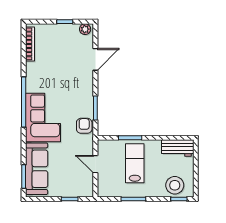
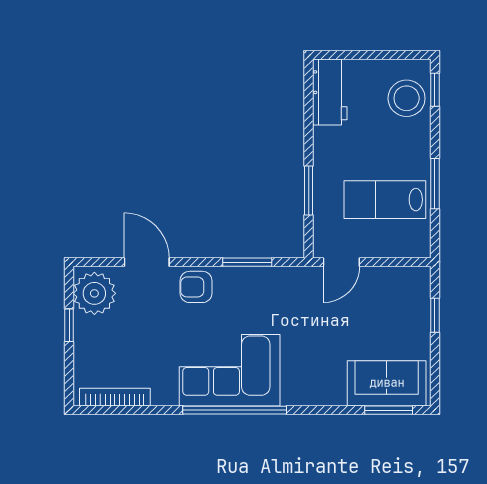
plant: (85, 29) -> (94, 293), width x1.88, depth x1.88
corner sofa: (43, 117) -> (230, 370), moved
armchair: (84, 126) -> (196, 287), moved
lab bench: (135, 163) -> (385, 200), moved
door: (95, 164) -> (341, 262), moved
sofa: (37, 169) -> (387, 383), width x0.73

